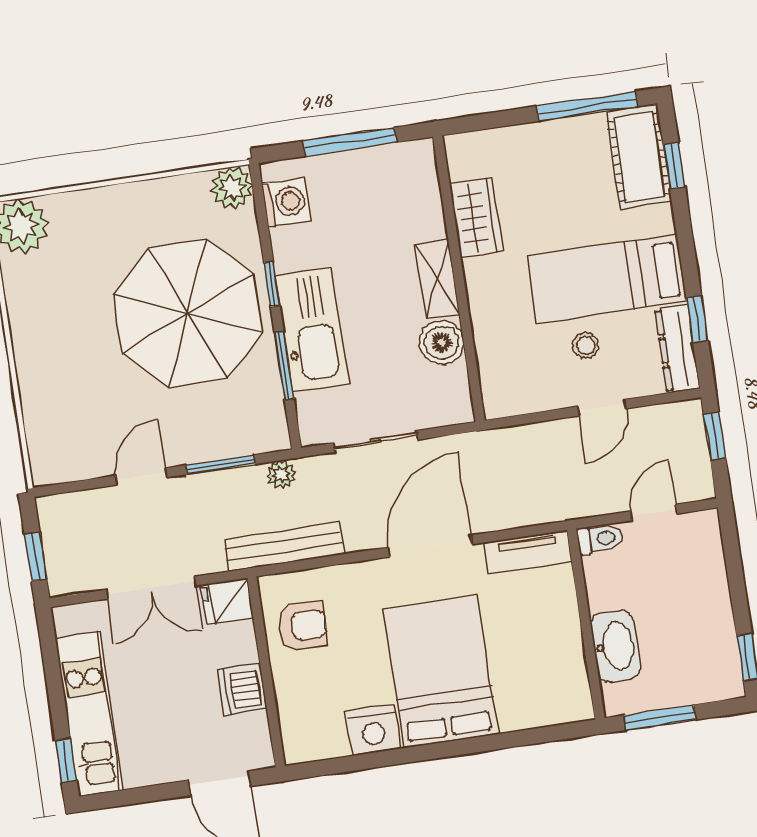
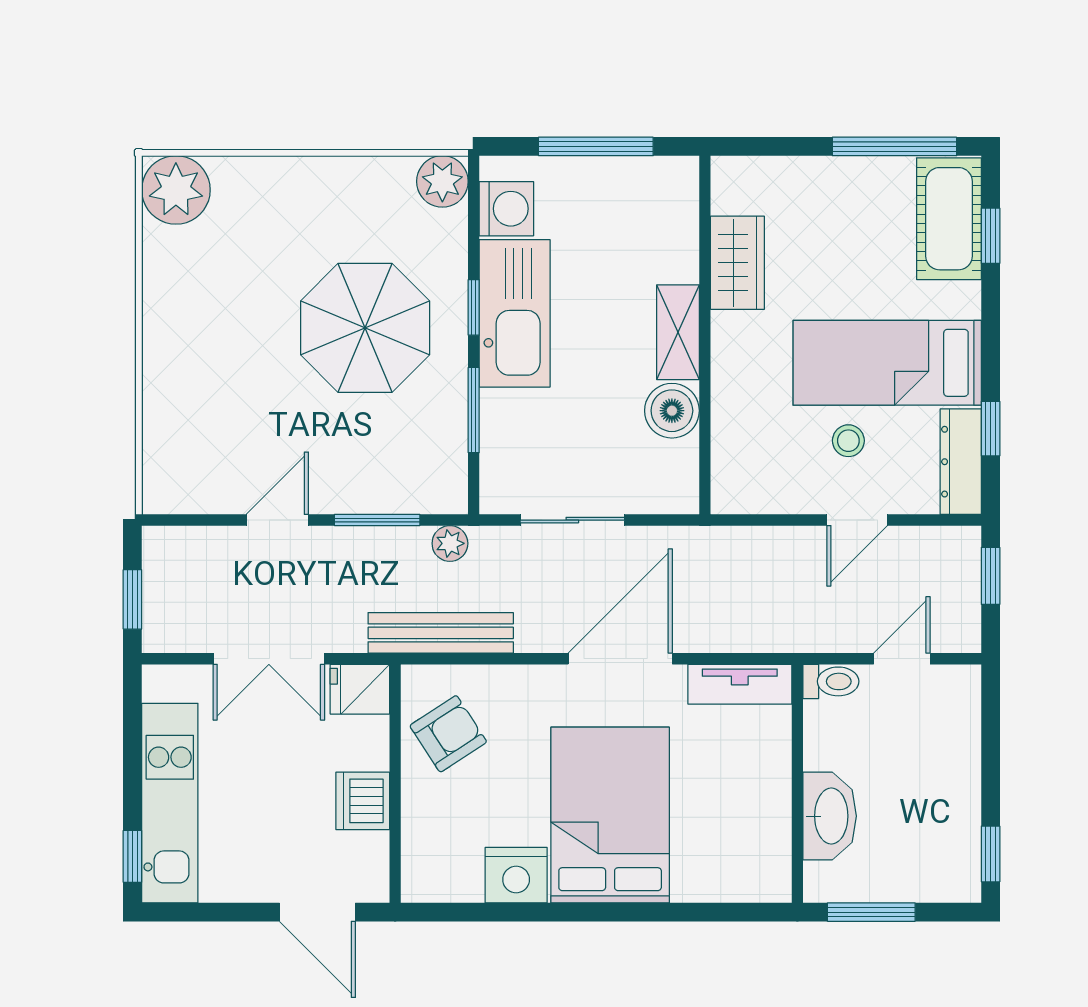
parasol: (188, 313) -> (365, 328), width x0.73, depth x0.73
kitchen sink: (312, 329) -> (515, 313), moved
armchair: (302, 626) -> (448, 734), turned -33

